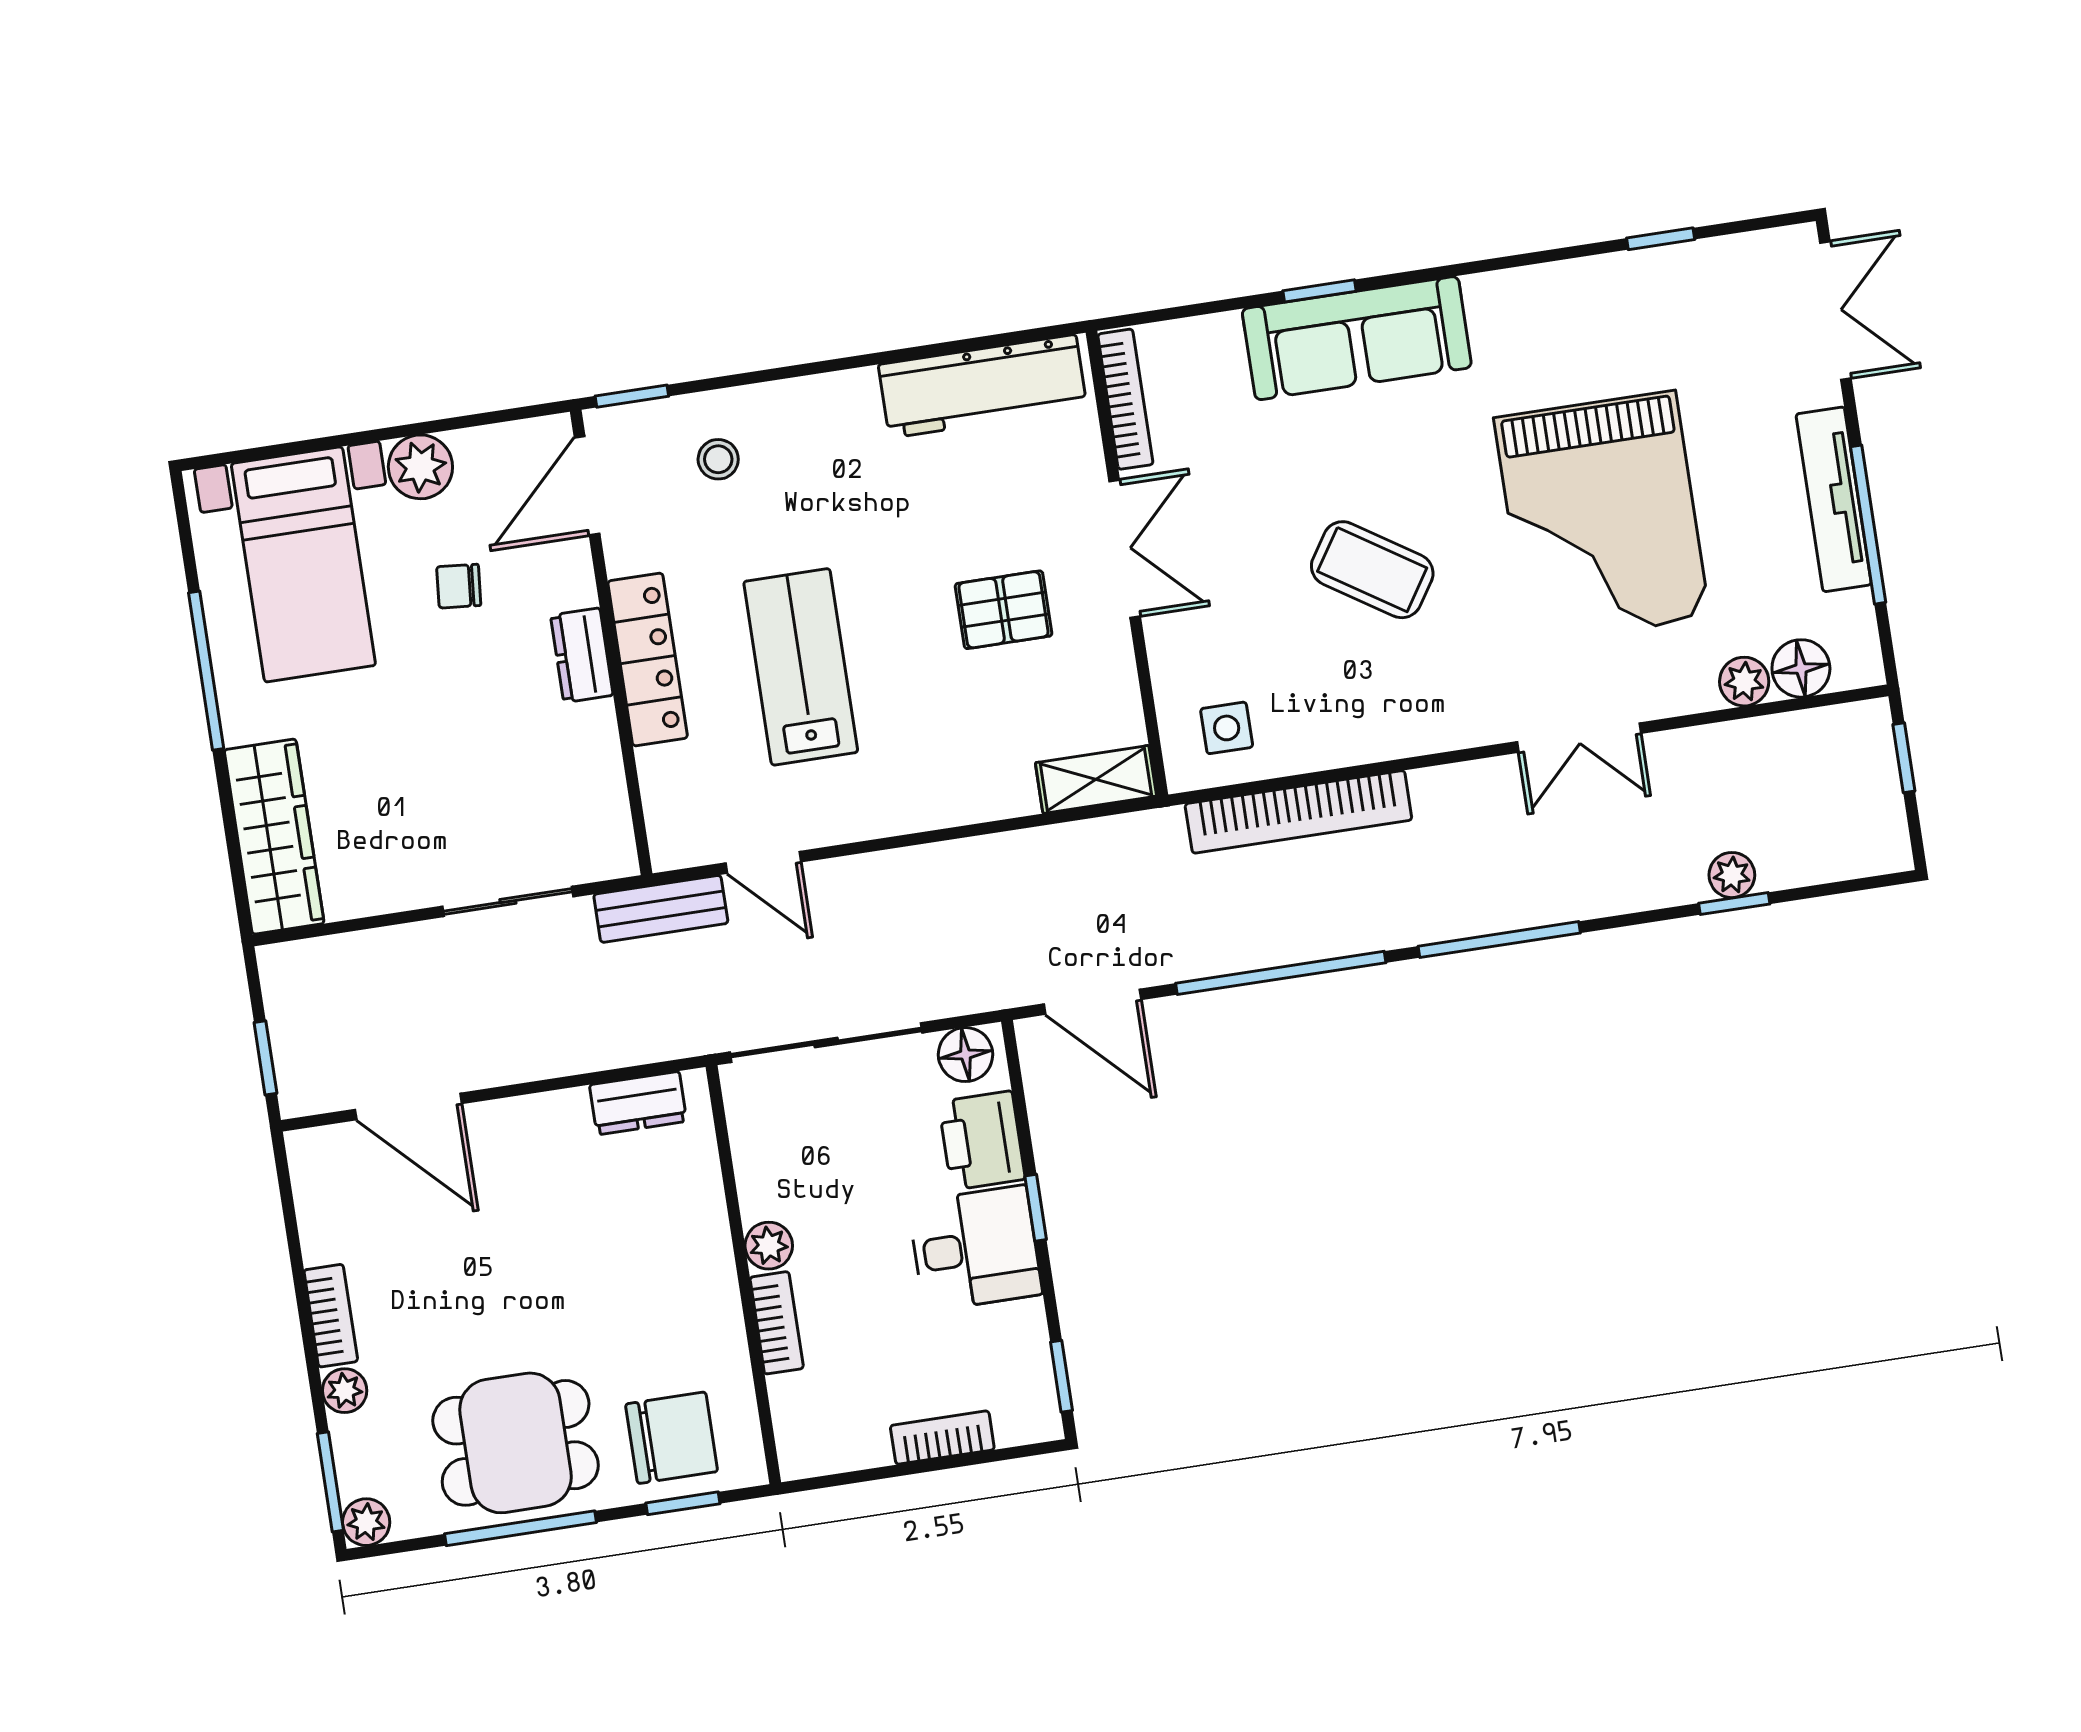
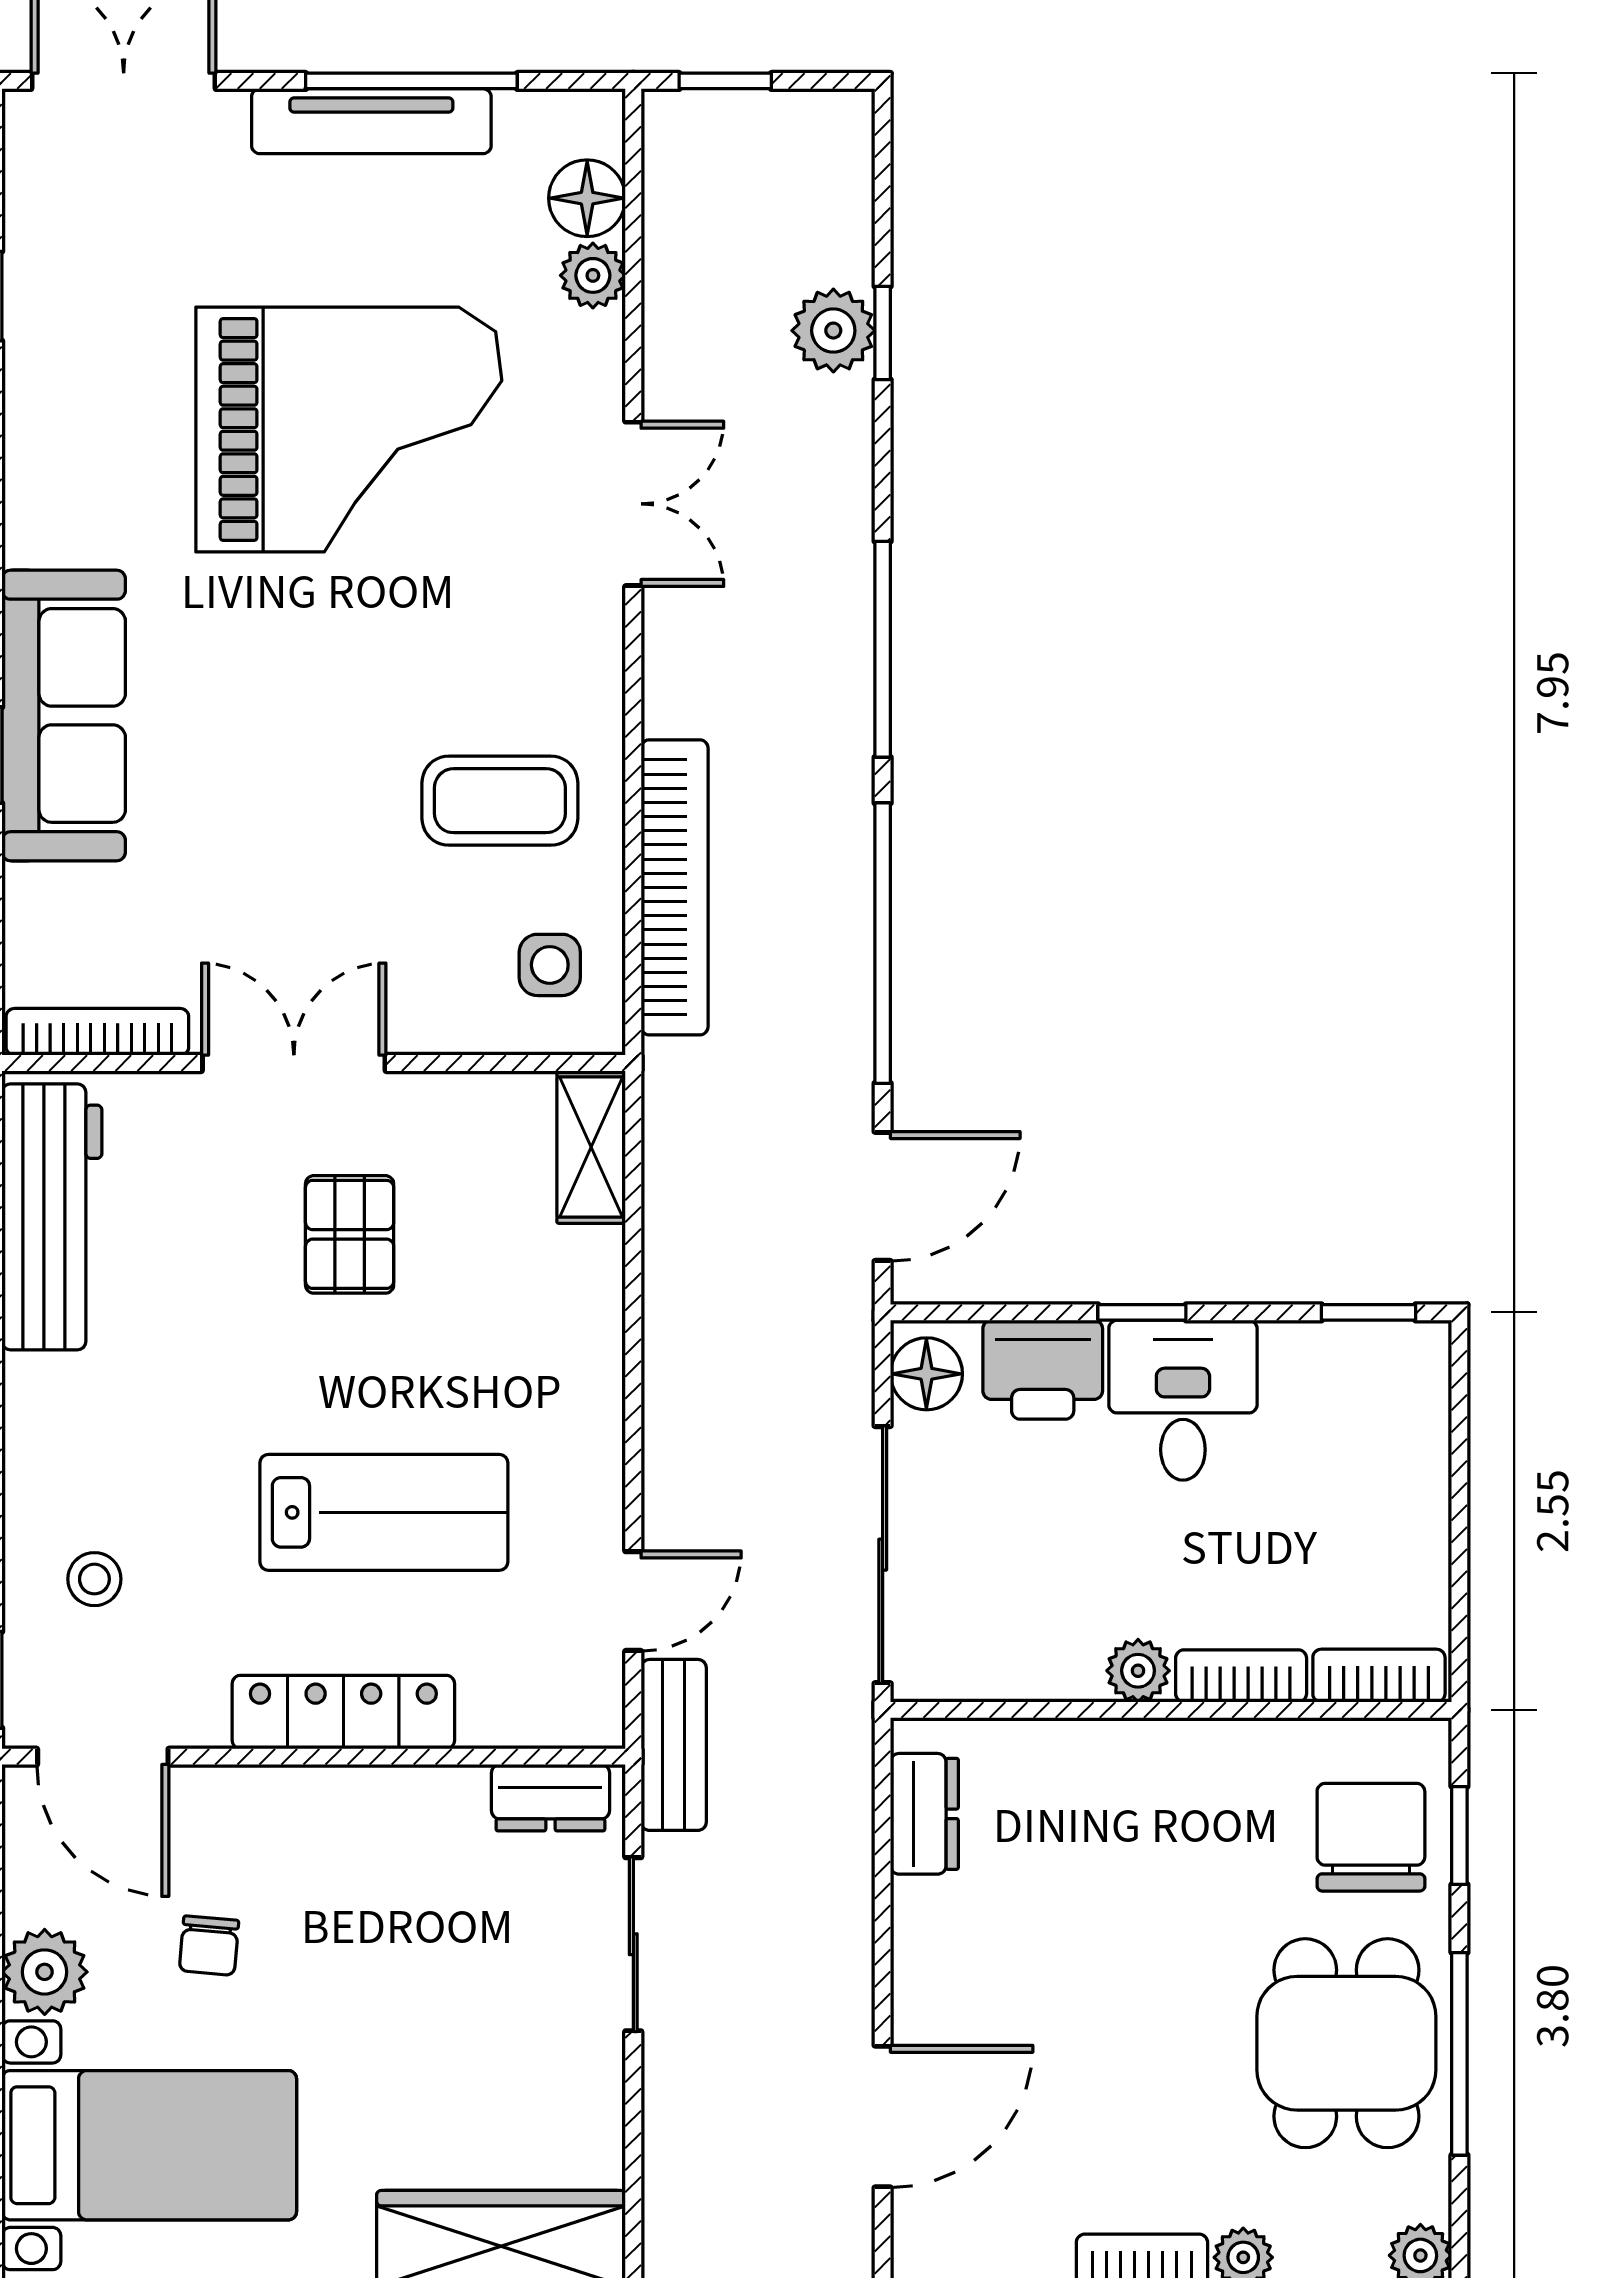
coffee table: (1372, 570) -> (500, 801), moved, turned 57
dresser: (582, 655) -> (550, 1798), moved
lab bench: (801, 667) -> (384, 1512), turned 180
plant: (1732, 875) -> (833, 331), width x1.38, depth x1.38
bookcase: (942, 1438) -> (1379, 1676), moved, turned 90

